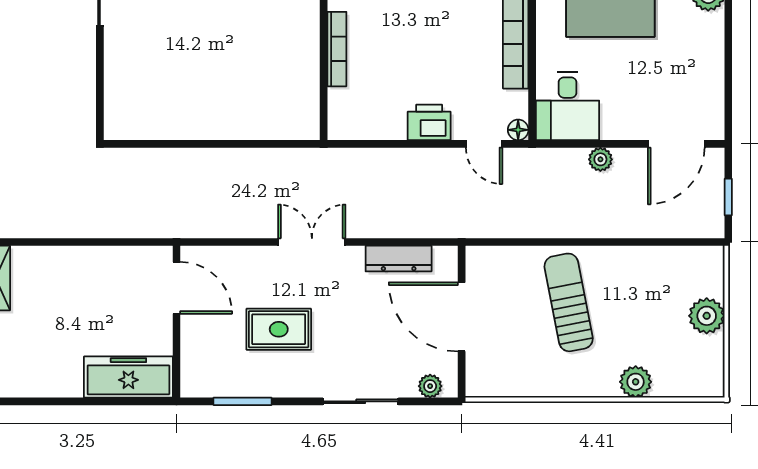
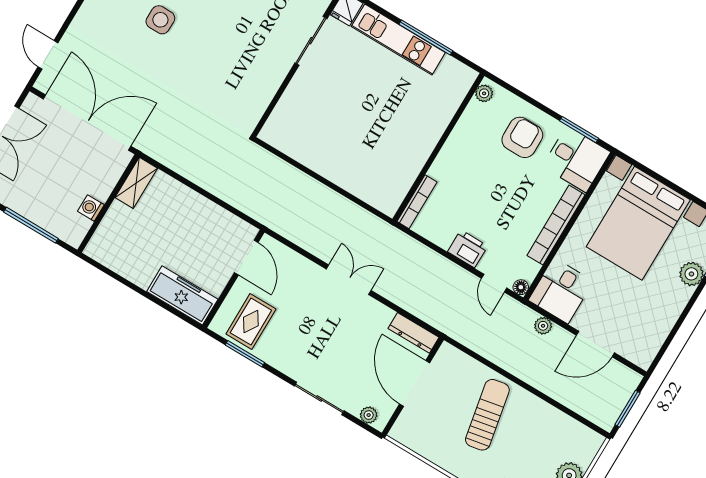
bookcase: (337, 49) -> (417, 202), moved
door: (676, 144) -> (595, 344), moved
plant: (600, 159) -> (543, 326), moved
window: (728, 197) -> (628, 409), width x1.50
dresser: (399, 259) -> (414, 333), moved
rug: (279, 329) -> (251, 321), moved, turned 90

